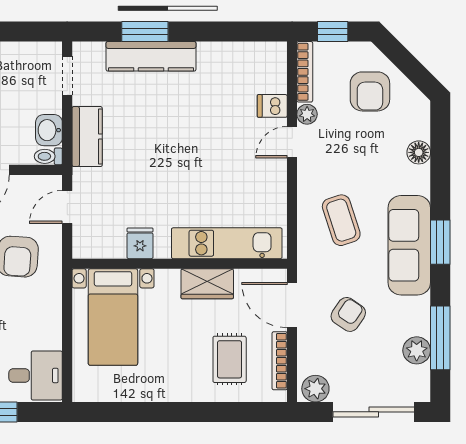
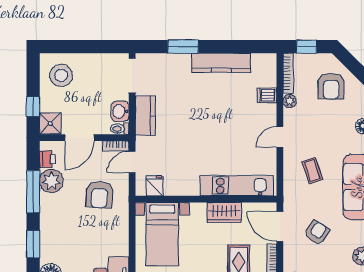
kitchen counter: (151, 56) -> (221, 63), moved
doorway: (67, 76) -> (132, 76), width x1.38
door: (292, 142) -> (280, 137), moved
bookcase: (43, 183) -> (116, 146), added
coffee table: (341, 220) -> (312, 171), width x0.73, depth x0.77
fridge: (140, 243) -> (155, 186), moved

